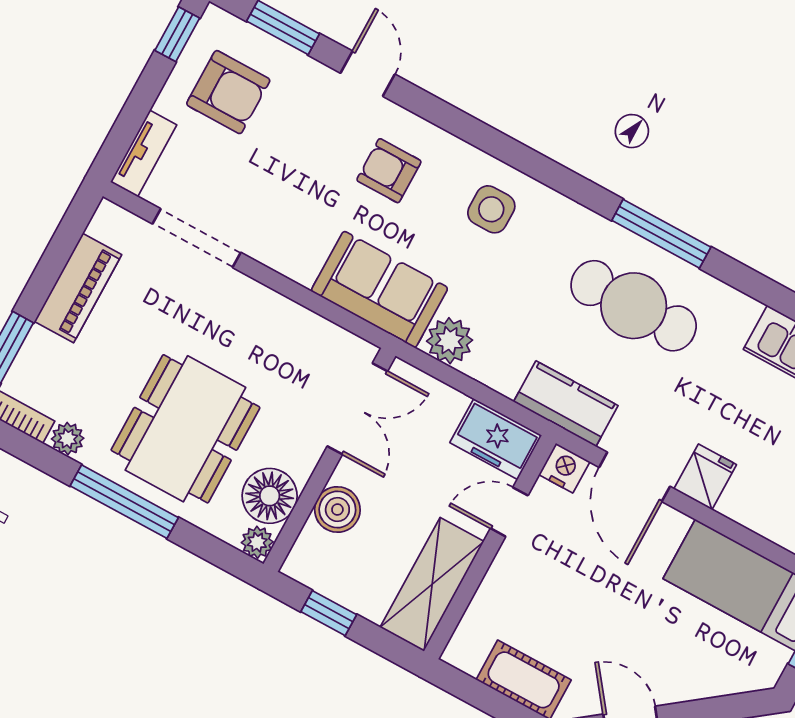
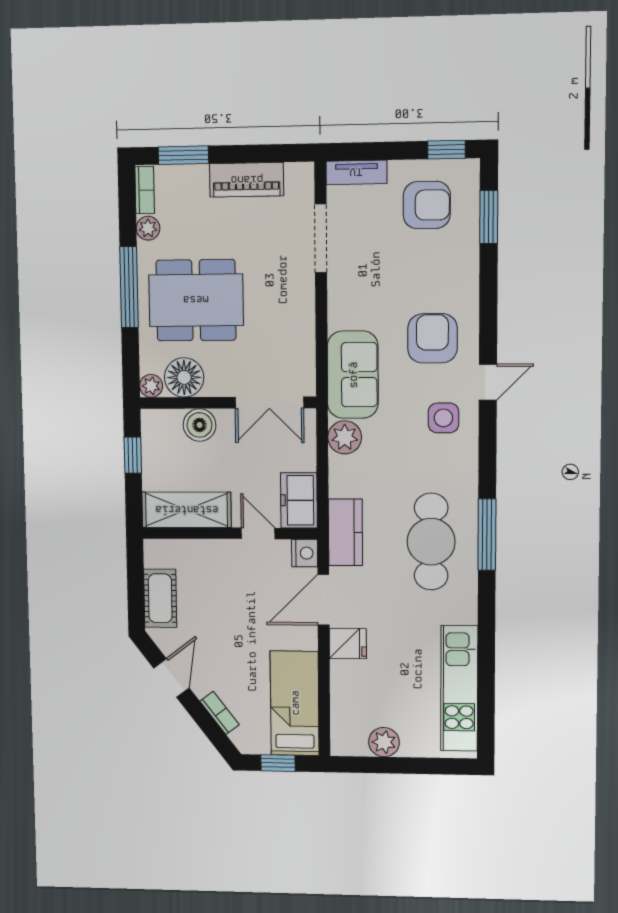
door: (368, 74) -> (488, 382), moved
armchair: (228, 92) -> (427, 205), turned -90
armchair: (389, 171) -> (432, 338), width x1.38, depth x1.38
bookcase: (708, 687) -> (219, 713), added

